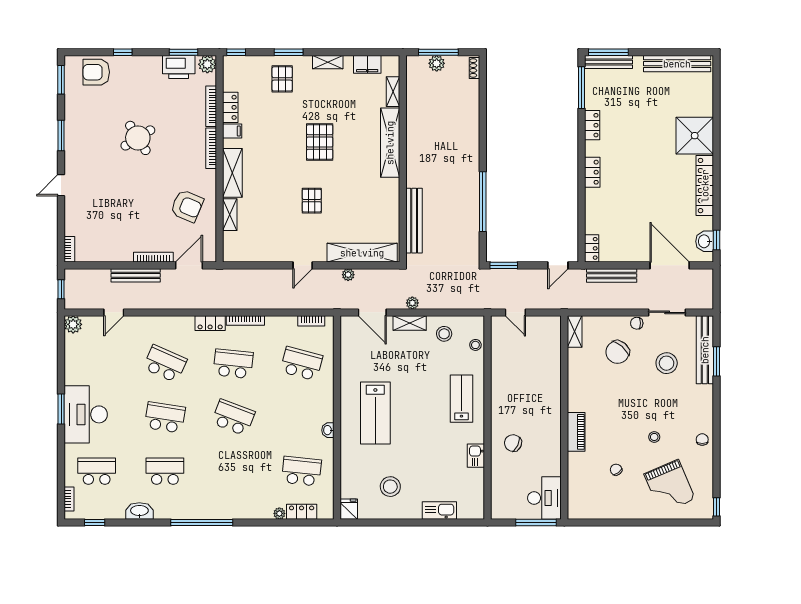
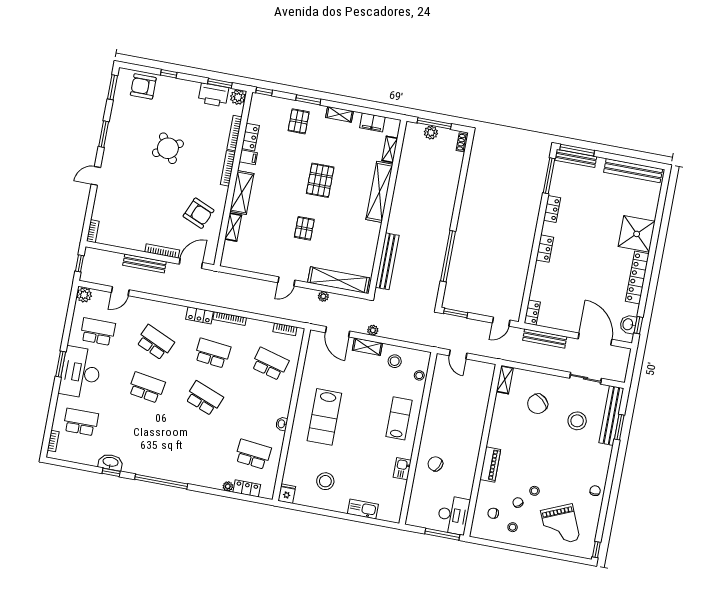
chair: (637, 323) -> (493, 513), moved
stool: (654, 437) -> (534, 491), moved
school desk: (165, 471) -> (98, 332), moved
stool: (615, 499) -> (513, 527), added
window: (95, 522) -> (111, 472), moved

